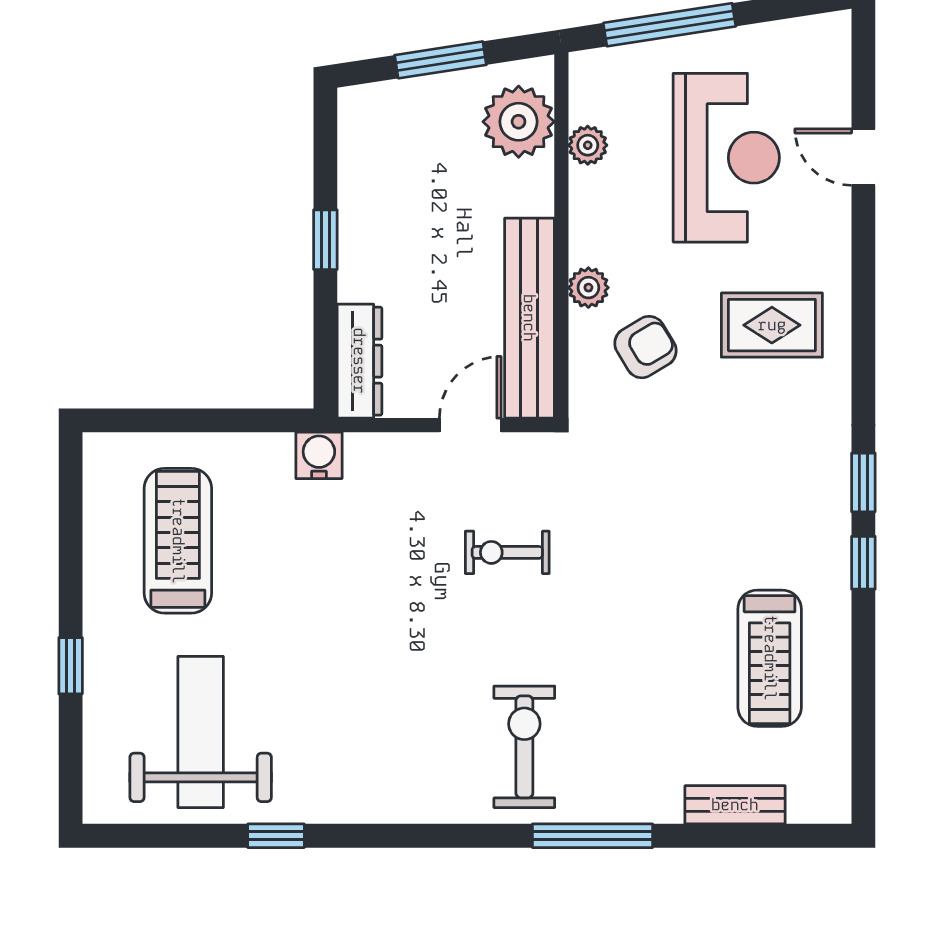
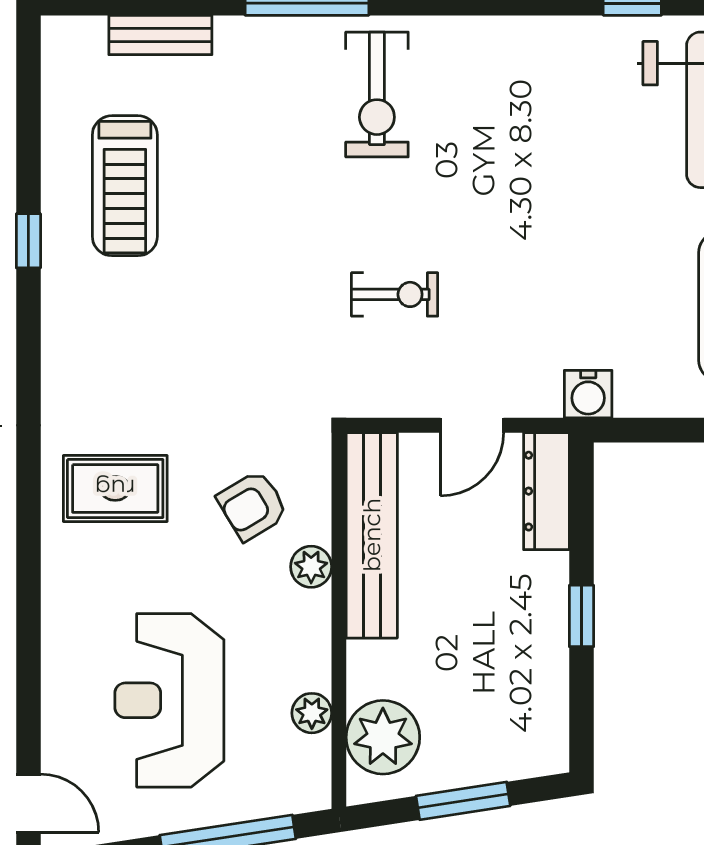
door: (863, 157) -> (28, 803), moved
rug: (772, 325) -> (115, 488), moved
door: (470, 425) -> (472, 425), moved
window: (863, 482) -> (28, 366), removed
window: (863, 563) -> (28, 241), moved
treadmill: (770, 658) -> (125, 186), turned 180

